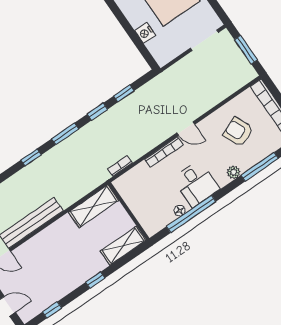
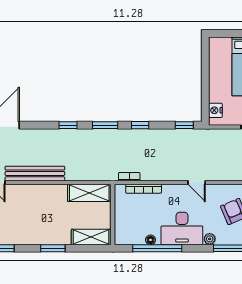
nightstand: (145, 33) -> (215, 110), moved
window: (124, 93) -> (184, 125), moved
bookcase: (164, 152) -> (144, 189), moved
desk: (196, 184) -> (182, 228), width x1.37
window: (95, 280) -> (53, 248), width x1.50

